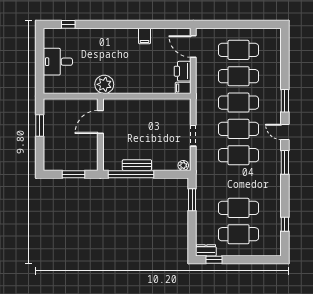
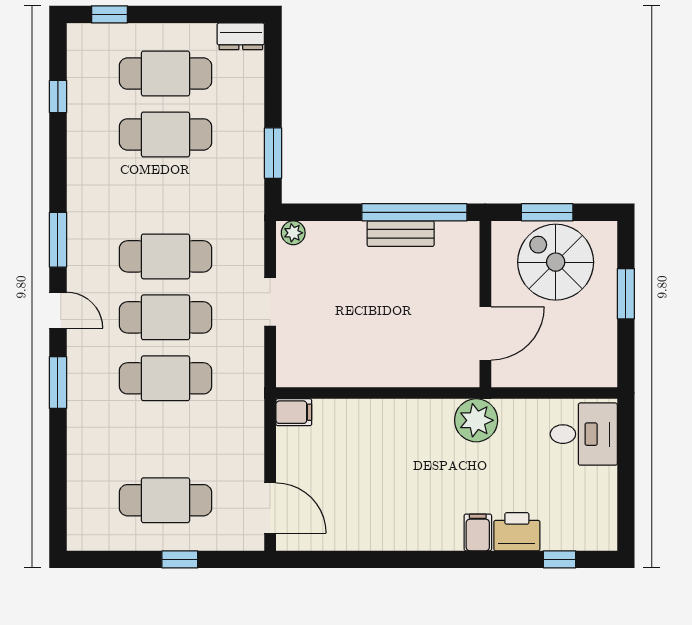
window: (232, 24) -> (180, 559), added
filing cabinet: (144, 36) -> (478, 532), moved
desk: (58, 62) -> (584, 434), moved
printer: (183, 71) -> (517, 532), moved, turned -90
cafe table: (238, 76) -> (165, 439), removed
window: (40, 125) -> (626, 294), moved
spiral stairs: (70, 153) -> (556, 262), added
window: (214, 260) -> (110, 14), moved

